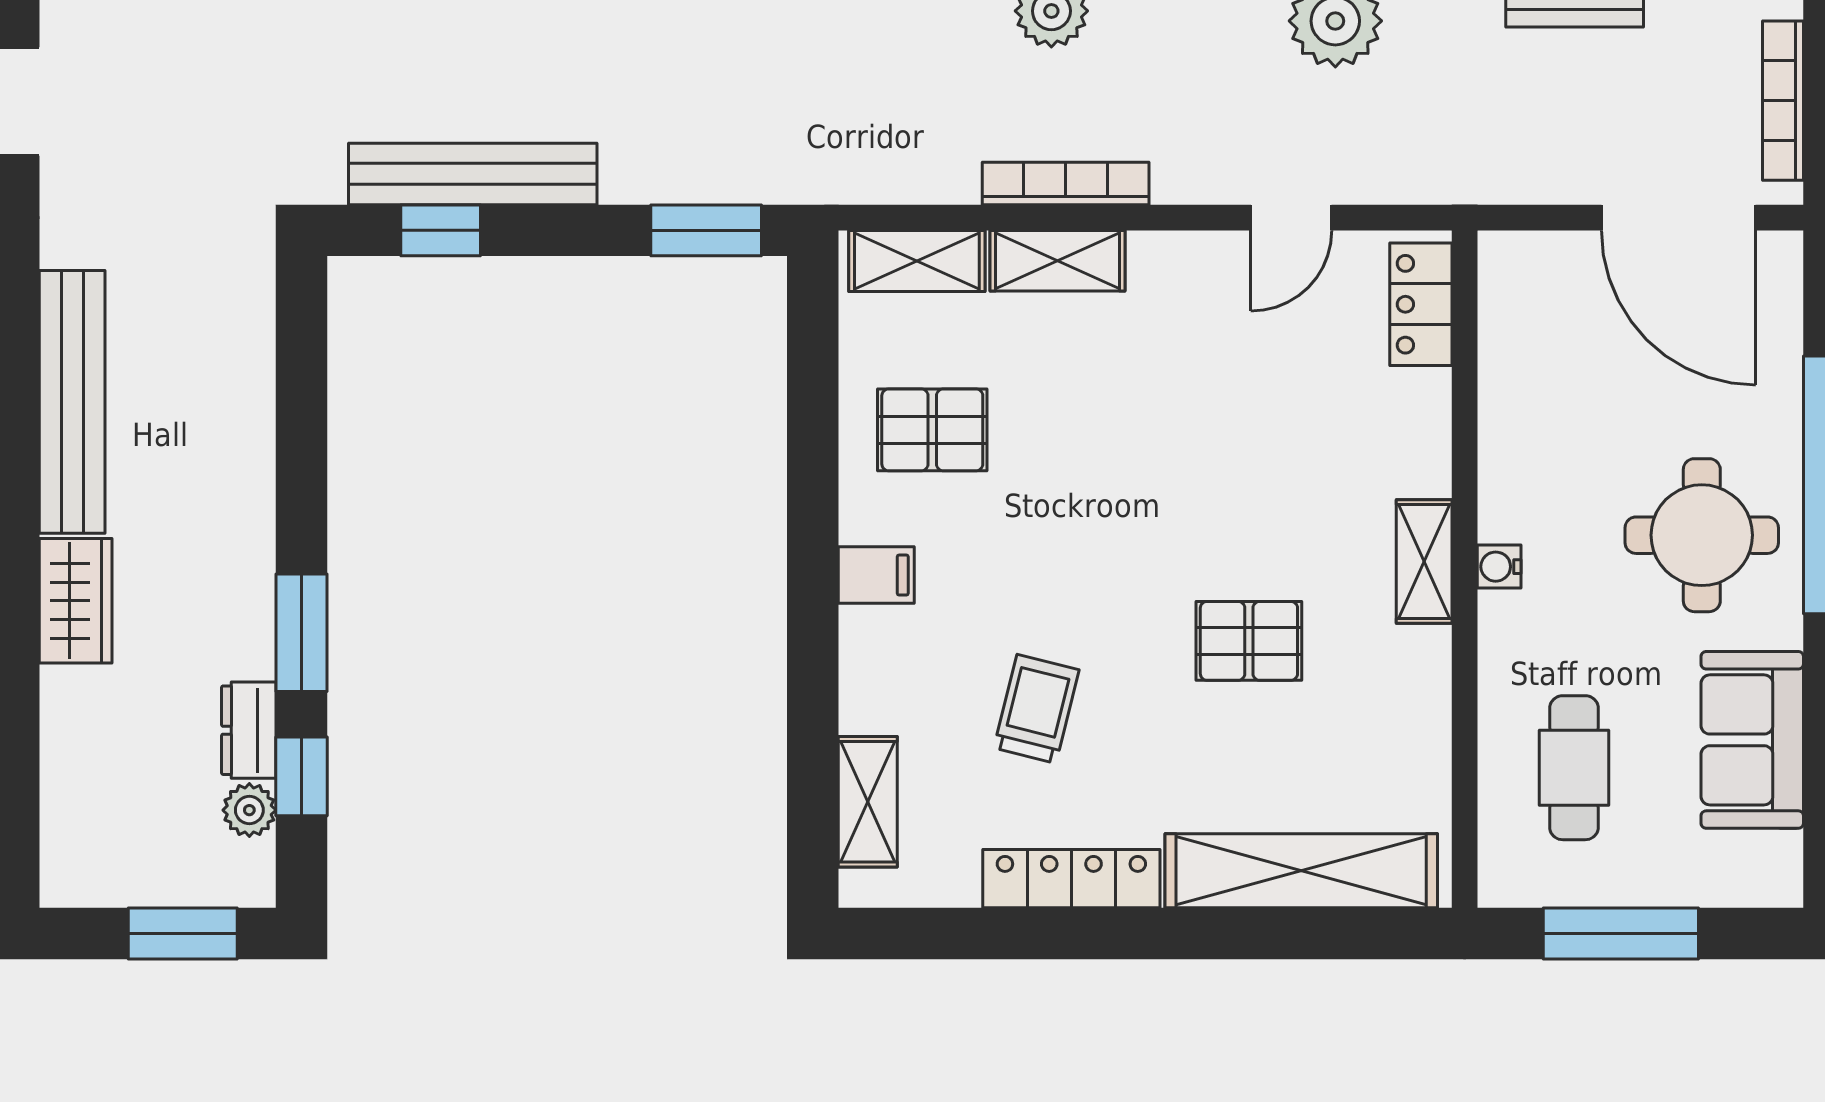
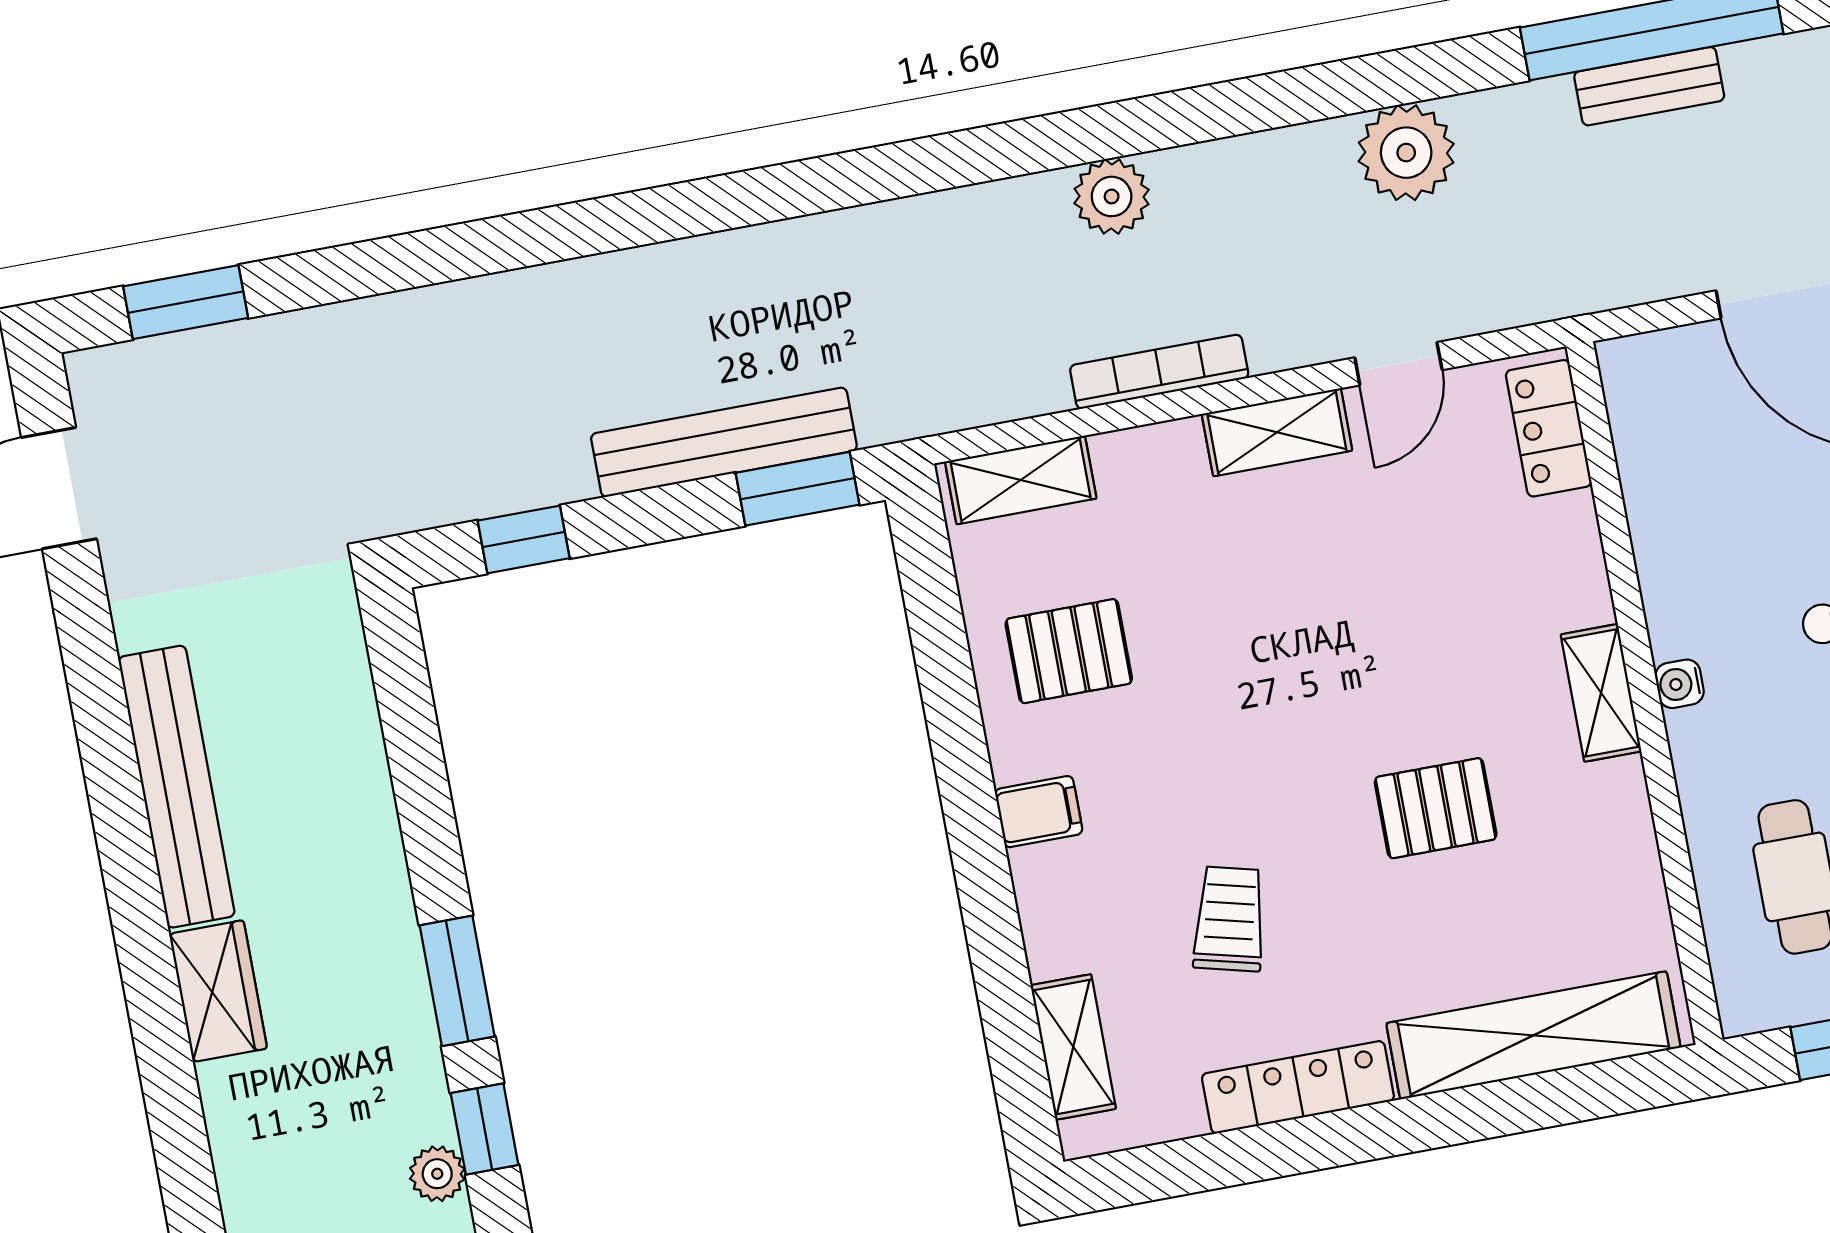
bench: (473, 174) -> (724, 442), moved
shelving: (1057, 261) -> (1277, 432), moved
dresser: (249, 730) -> (421, 1091), removed

